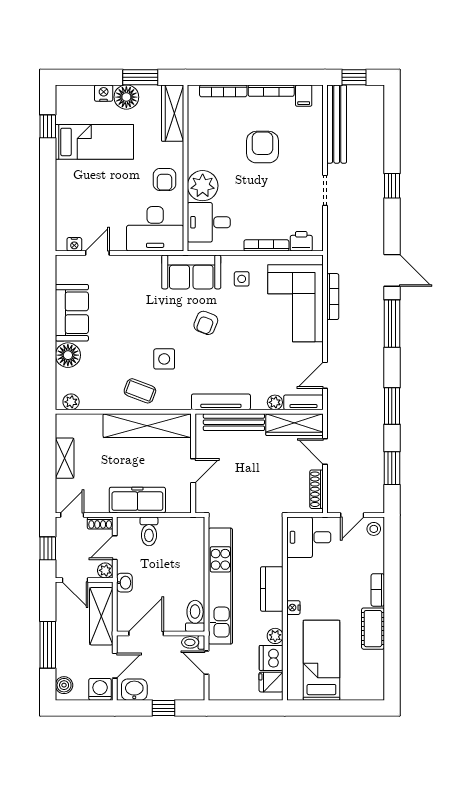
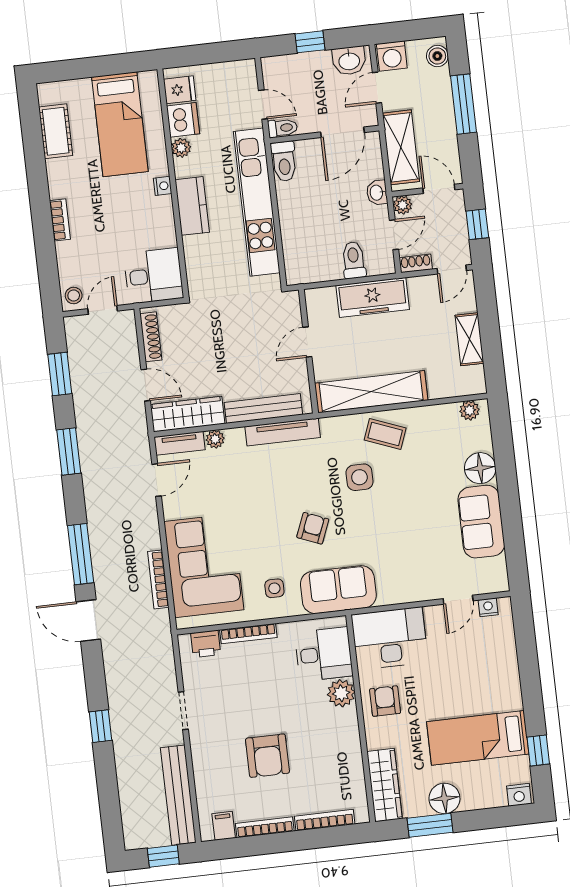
nightstand: (104, 93) -> (519, 795), moved
plant: (203, 186) -> (341, 693), width x0.73, depth x0.73
cot: (373, 629) -> (56, 131), moved

